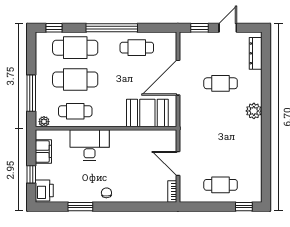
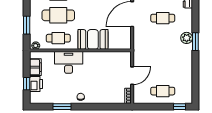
window: (31, 93) -> (27, 25), width x0.69
booth: (147, 113) -> (93, 39), moved
window: (266, 116) -> (195, 42), added
door: (178, 163) -> (132, 76), swing flipped
printer: (44, 190) -> (36, 84), moved

